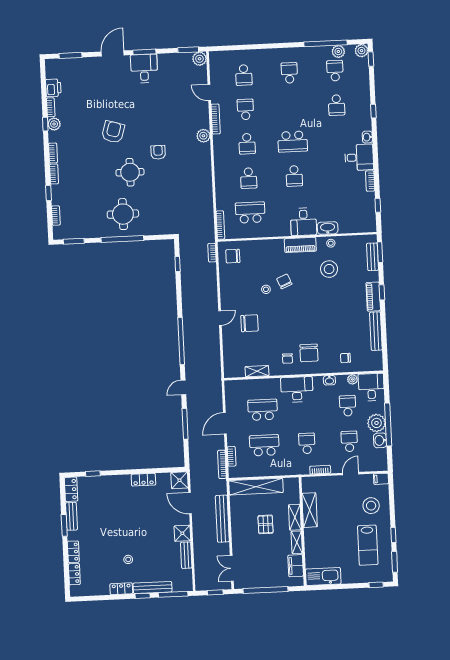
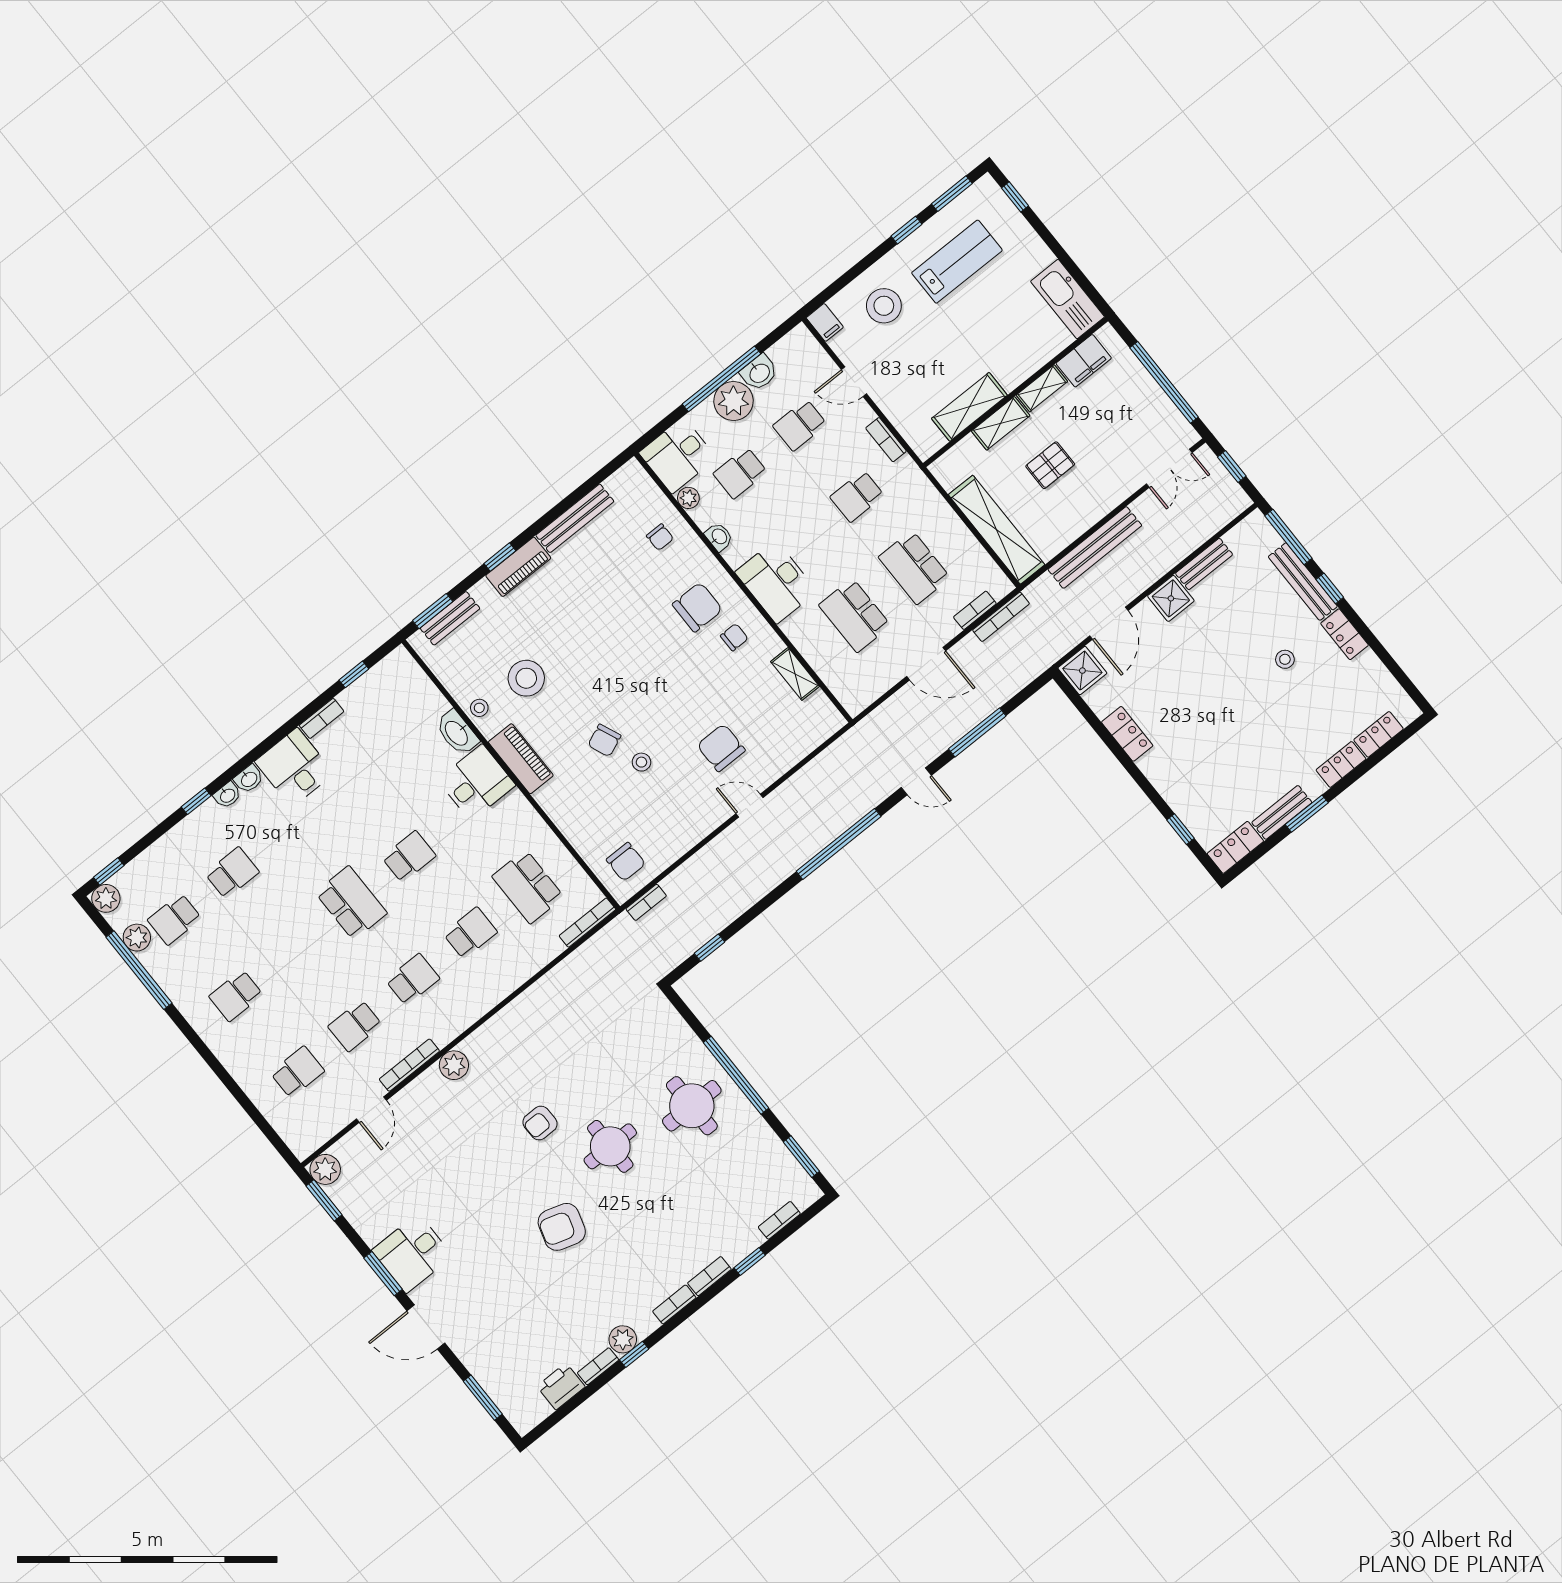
washbasin: (367, 125) -> (227, 795), added

